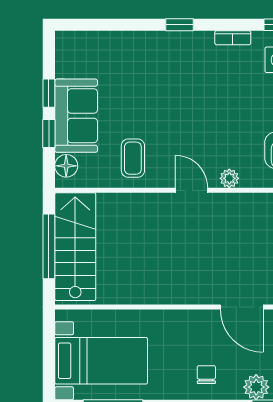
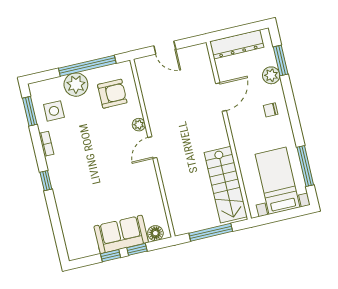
coffee table: (133, 158) -> (140, 191), removed
stairs: (75, 247) -> (226, 185), moved, turned -90

